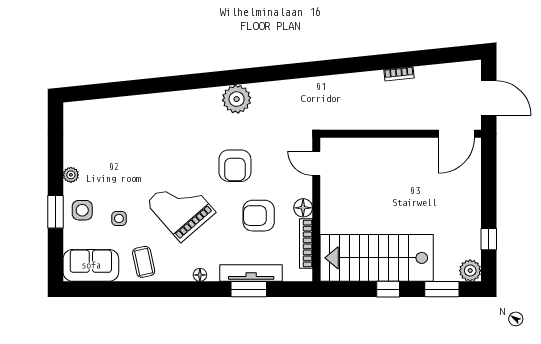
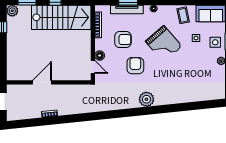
plant: (237, 99) -> (146, 99), moved
door: (457, 134) -> (42, 82), moved
floor lamp: (303, 208) -> (100, 56), moved

